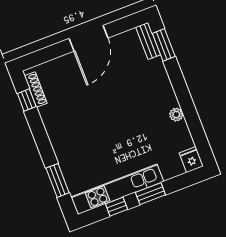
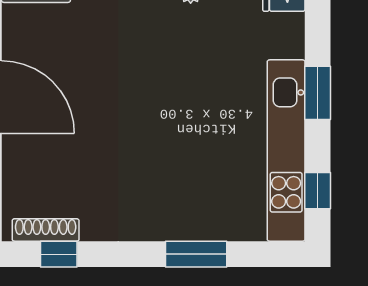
window: (58, 180) -> (196, 254), moved
window: (117, 207) -> (318, 191), moved

